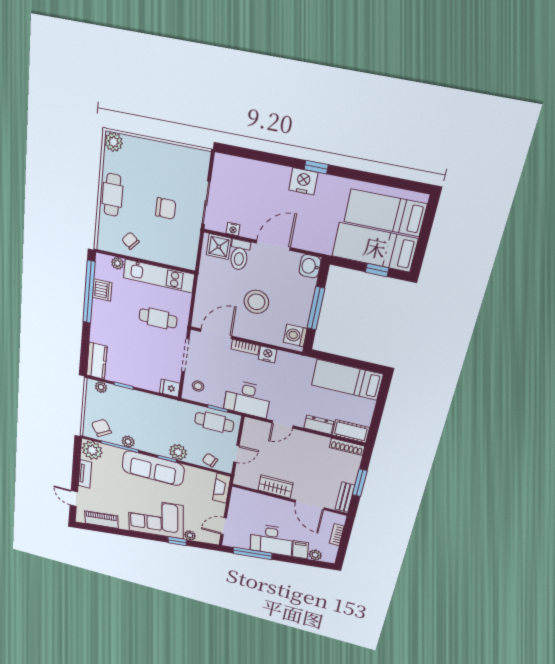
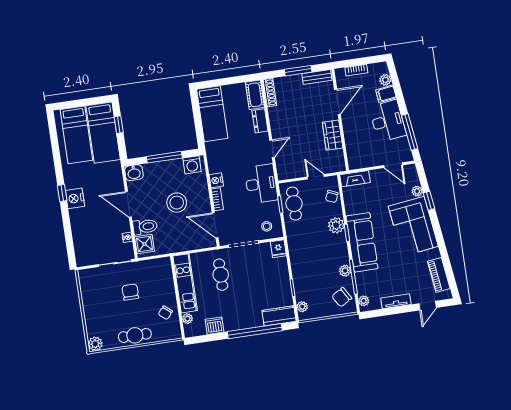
window: (89, 292) -> (255, 331), moved
door: (282, 424) -> (272, 149), hinge flipped
plant: (92, 450) -> (364, 301), width x0.53, depth x0.53

